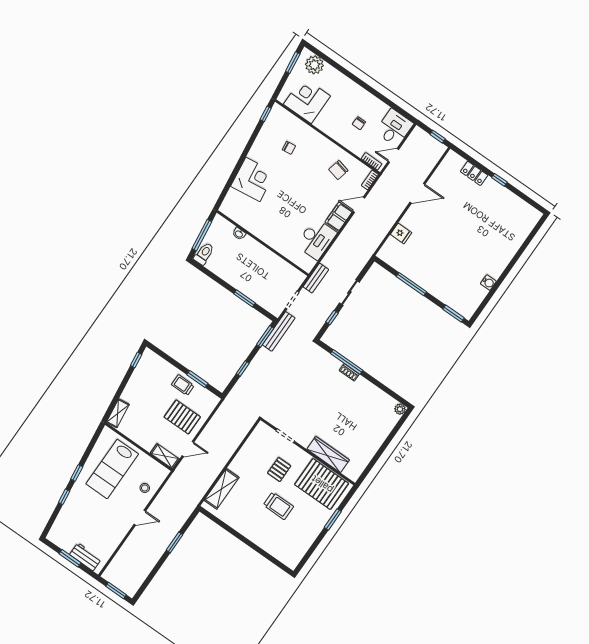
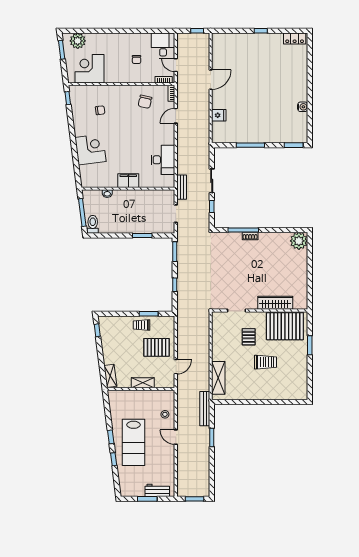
door: (393, 156) -> (176, 65), hinge flipped
locker: (474, 173) -> (295, 39), moved
filing cabinet: (339, 217) -> (128, 181), moved, turned 90
bench: (279, 331) -> (205, 409), moved
plant: (400, 409) -> (299, 241), width x1.87, depth x1.87
shelving: (165, 456) -> (143, 383), moved
lab bench: (112, 469) -> (134, 442), moved
door: (140, 518) -> (176, 437), swing flipped

